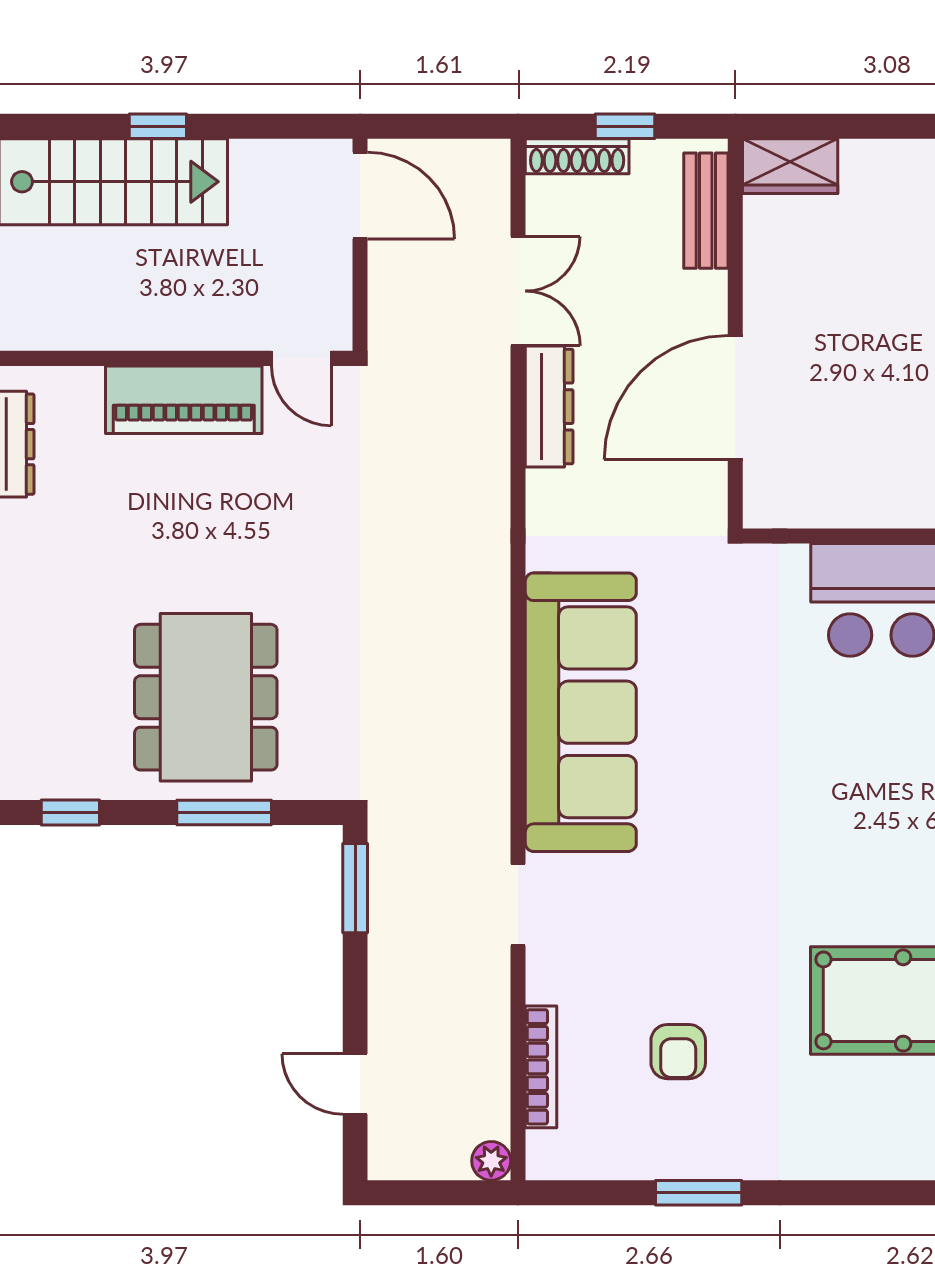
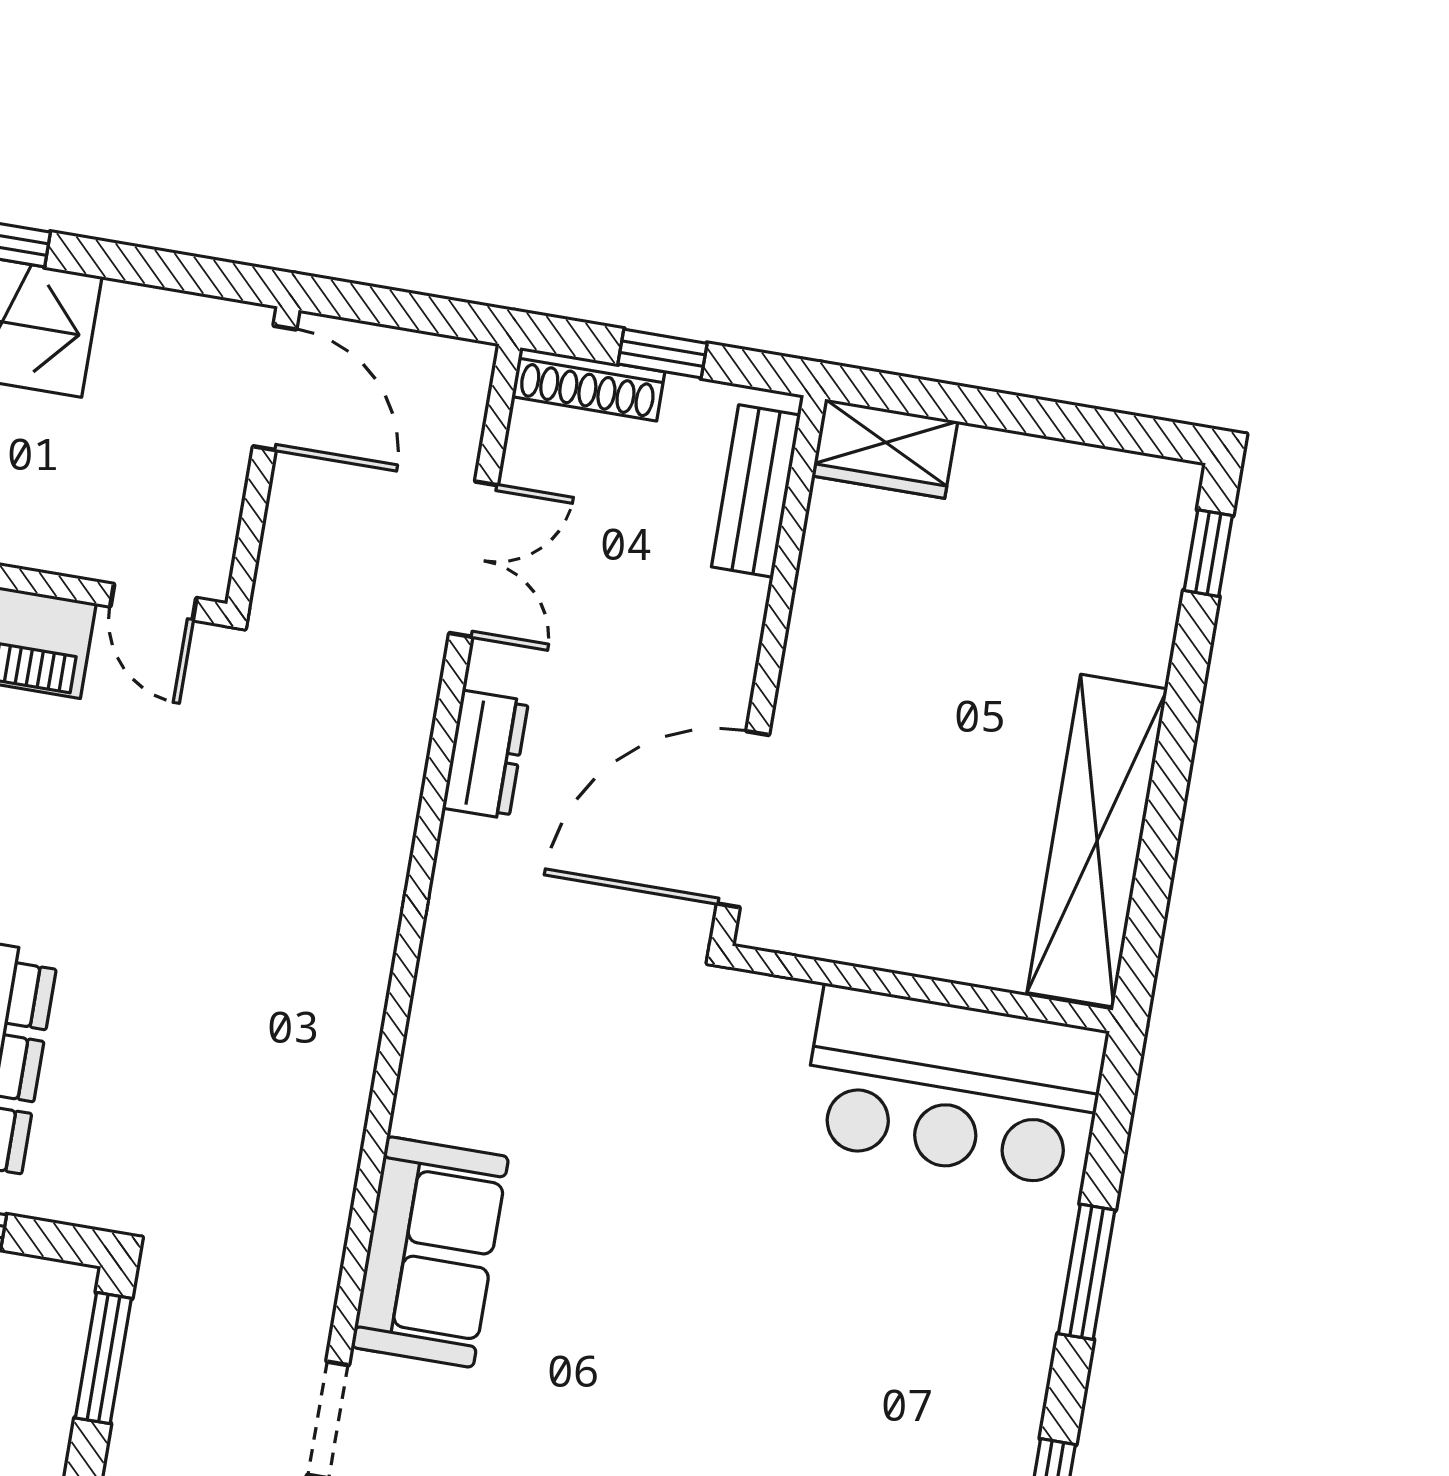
door: (735, 397) -> (743, 819), moved
dresser: (549, 407) -> (485, 755), width x0.70
sofa: (581, 712) -> (430, 1252), width x0.54, depth x0.79

